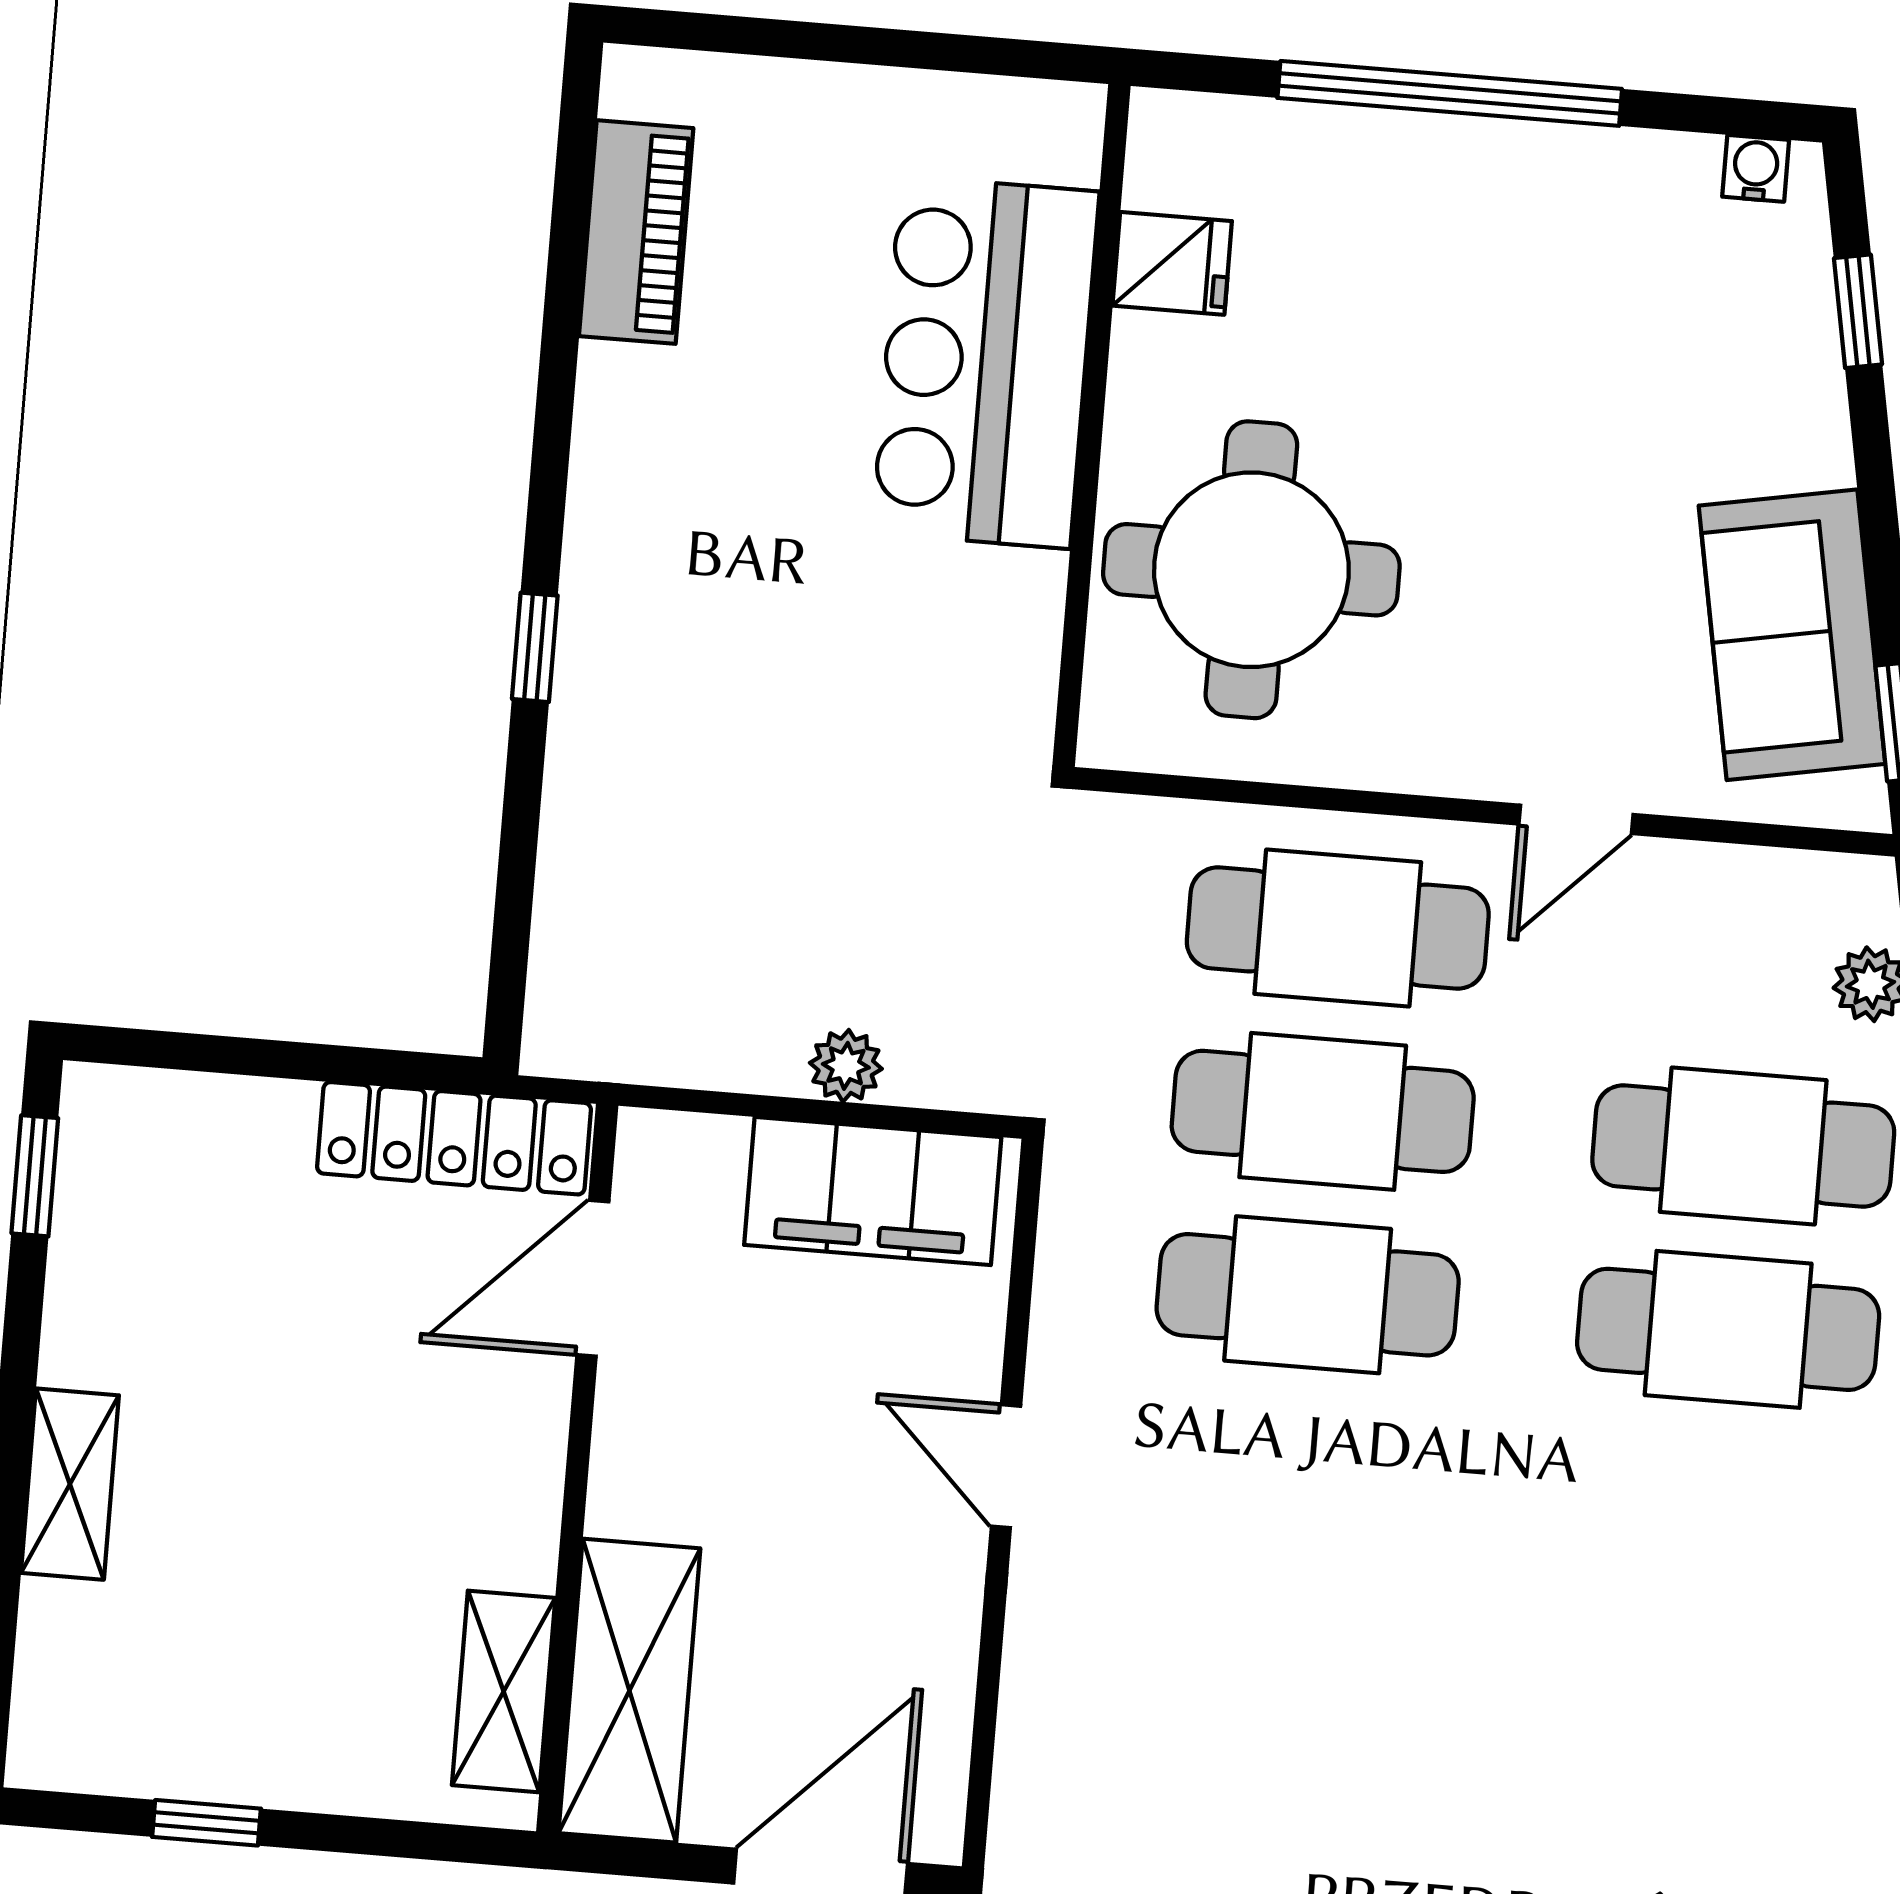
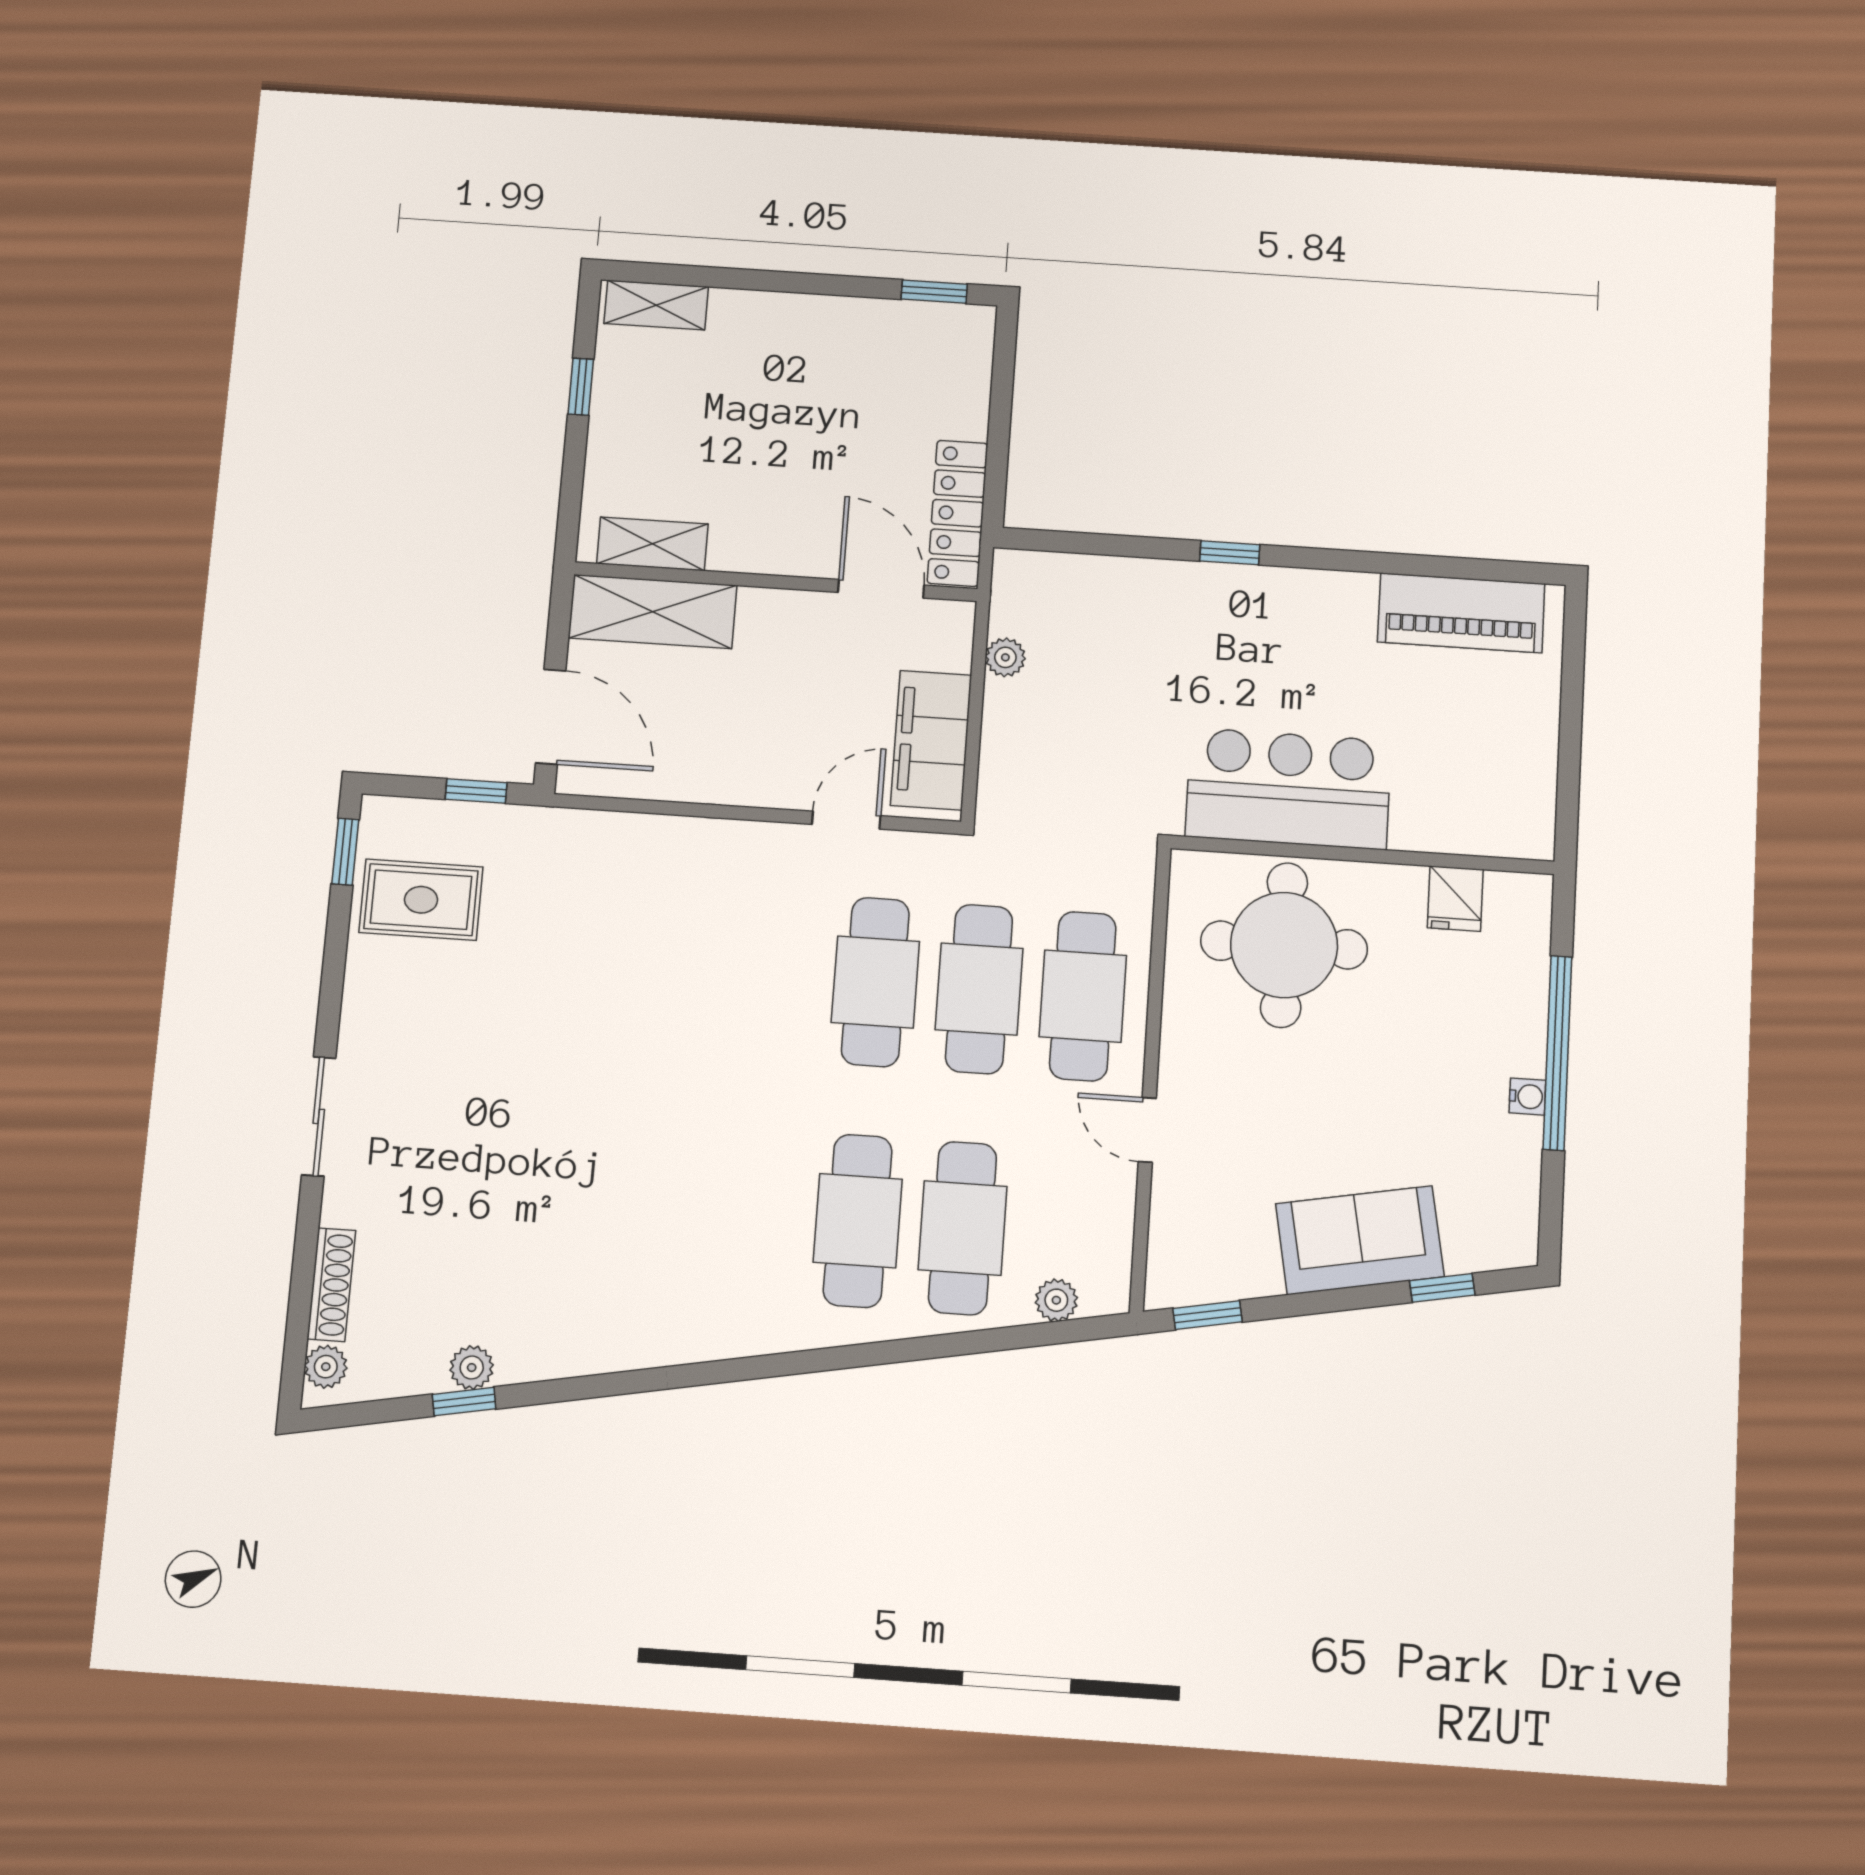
water cooler: (1756, 168) -> (1527, 1097), moved
piano: (636, 232) -> (1461, 613), width x1.37, depth x1.33
bar counter: (985, 362) -> (1288, 789), moved
sofa: (1792, 635) -> (1360, 1240), moved
plant: (846, 1066) -> (1005, 657), moved
door: (1006, 1466) -> (846, 820), moved
shelving: (70, 1484) -> (656, 305), moved

